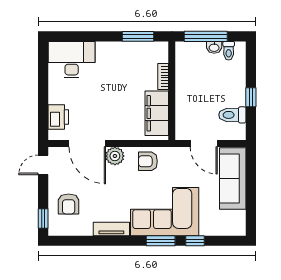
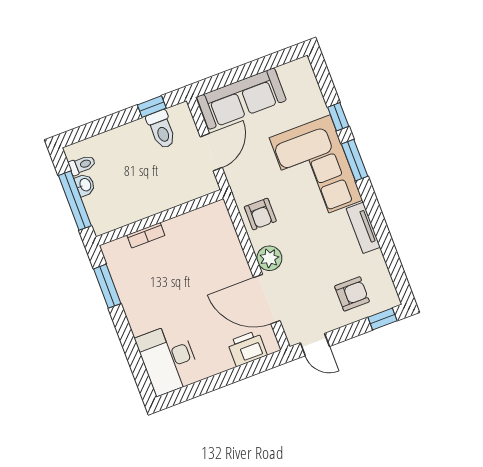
window: (251, 97) -> (152, 107), moved
filing cabinet: (157, 113) -> (195, 226), removed
door: (87, 144) -> (267, 299), swing flipped

